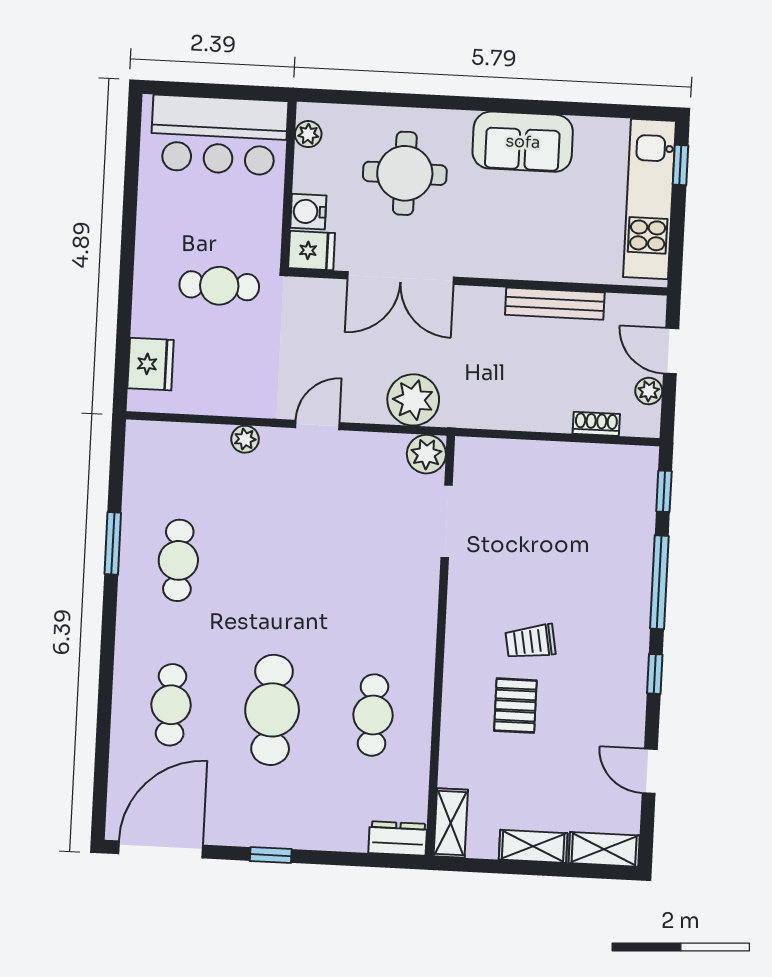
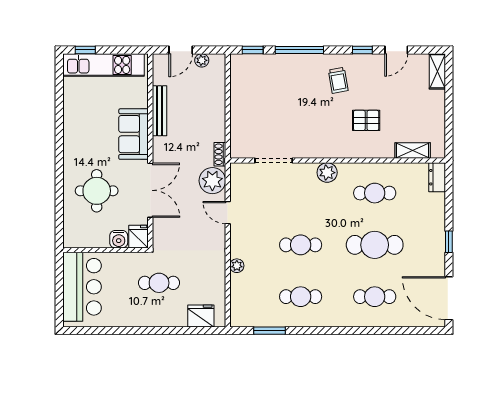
plant: (308, 134) -> (79, 241), removed
sofa: (523, 142) -> (134, 134), moved, turned 180
cafe table: (219, 286) -> (159, 283), turned 90
shoe rack: (596, 424) -> (220, 154), moved
door: (317, 425) -> (228, 213), moved
plant: (426, 454) -> (327, 173), moved
window: (113, 543) -> (270, 331), moved
cafe table: (279, 566) -> (301, 245), added
trolley: (530, 642) -> (338, 80), moved
window: (655, 674) -> (362, 50), moved
shelving: (451, 823) -> (413, 150), moved
shelving: (533, 846) -> (438, 108), removed

